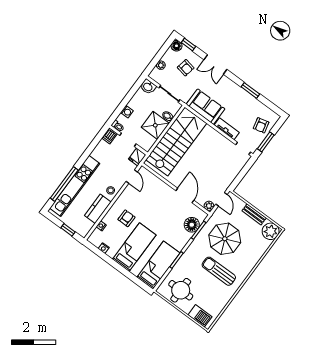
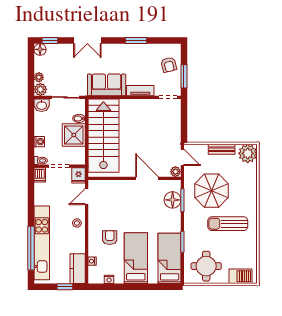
armchair: (186, 68) -> (63, 63), removed
plant: (155, 75) -> (40, 89), added
door: (132, 177) -> (87, 197), swing flipped
kitchen counter: (98, 209) -> (78, 269), moved

